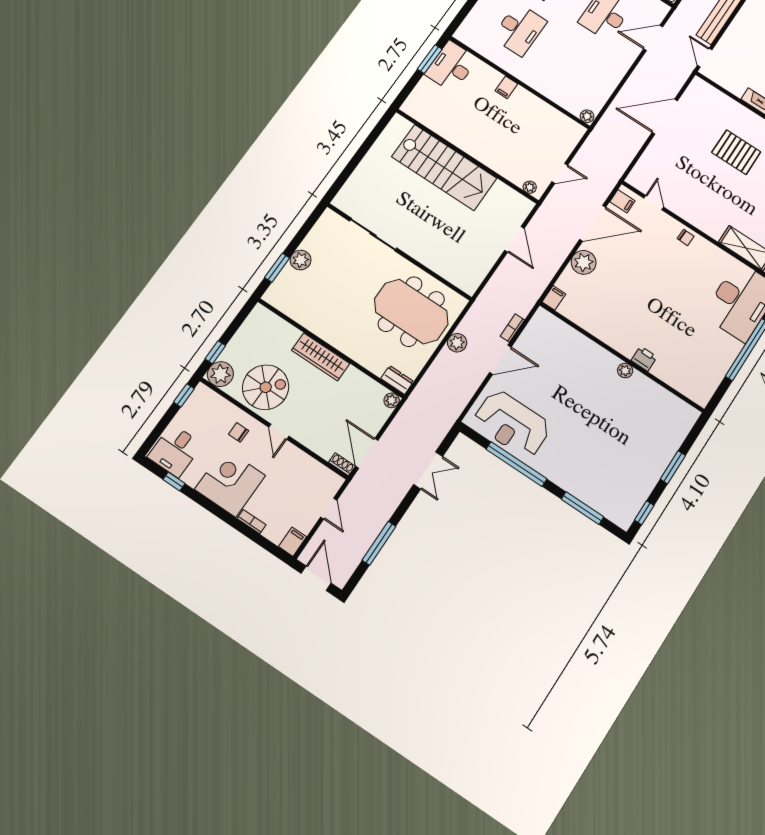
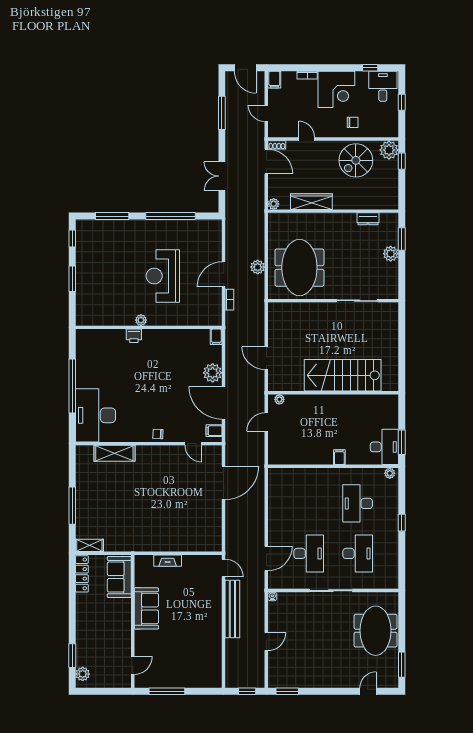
plant: (587, 116) -> (390, 473), moved
door: (665, 117) -> (224, 483), moved
pallet: (736, 152) -> (161, 515), removed
door: (593, 223) -> (224, 403), hinge flipped
meeting table: (411, 312) -> (299, 268), turned 90
wardrobe: (321, 357) -> (311, 202), moved
dresser: (397, 380) -> (368, 219), moved
window: (184, 395) -> (402, 102), moved
reception desk: (512, 424) -> (163, 276), moved, turned -90
door: (279, 432) -> (307, 139), moved

